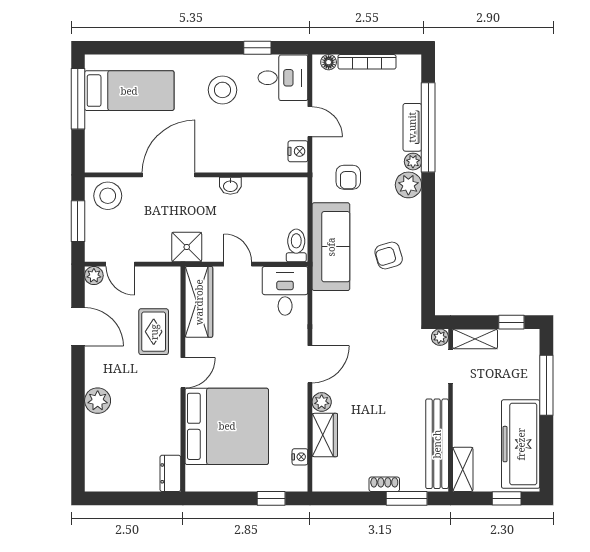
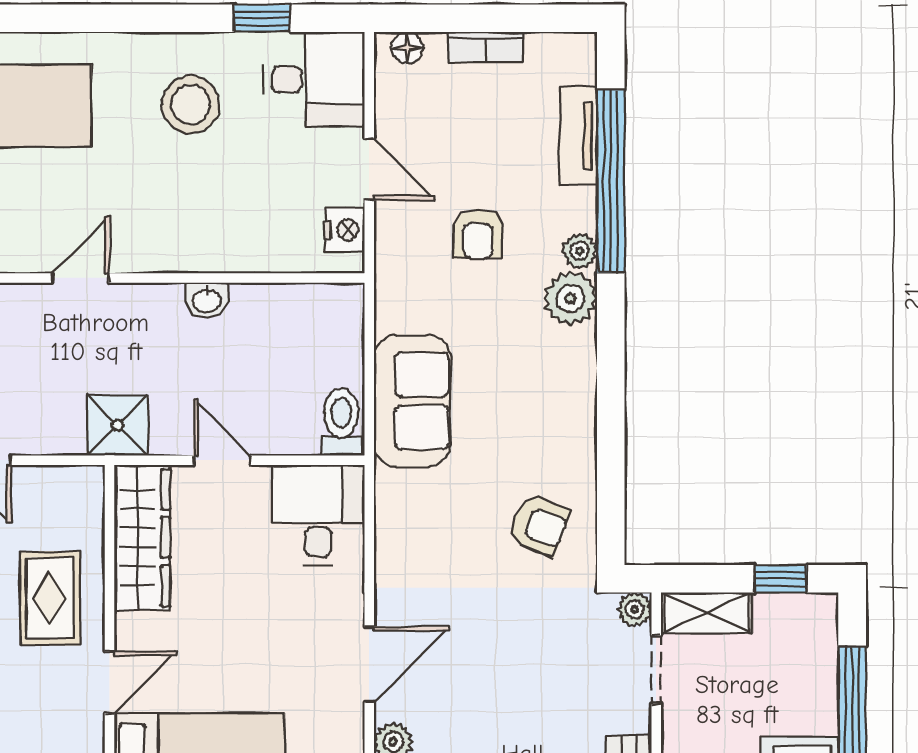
bookcase: (367, 62) -> (486, 47), width x0.64
tv unit: (412, 127) -> (578, 136), moved
door: (169, 175) -> (80, 278), width x0.53
armchair: (348, 177) -> (478, 234), moved
sofa: (331, 247) -> (412, 401), width x0.73
armchair: (389, 255) -> (539, 525), moved, turned -142

